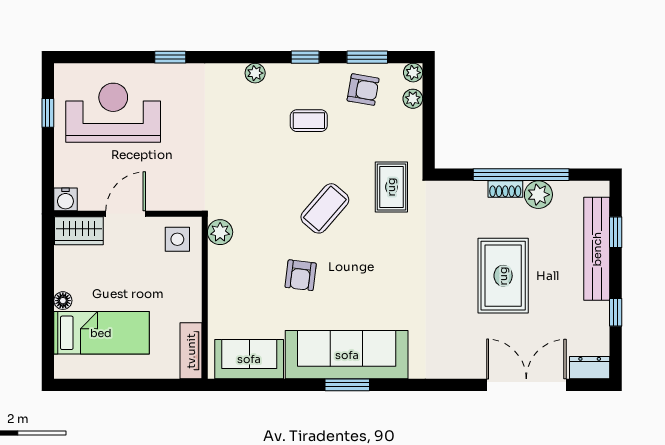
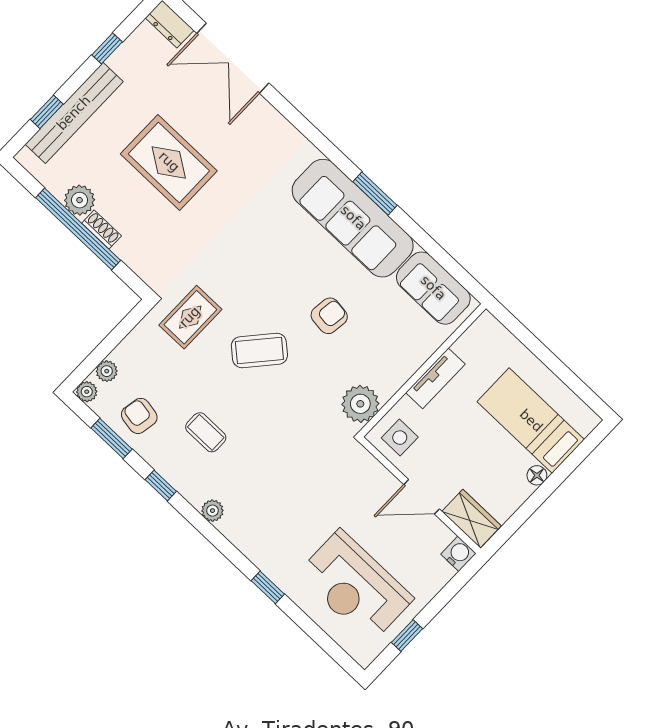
plant: (220, 232) -> (360, 404), width x1.36, depth x1.36
rug: (503, 276) -> (169, 162), turned 90
tv unit: (191, 351) -> (435, 378), moved

